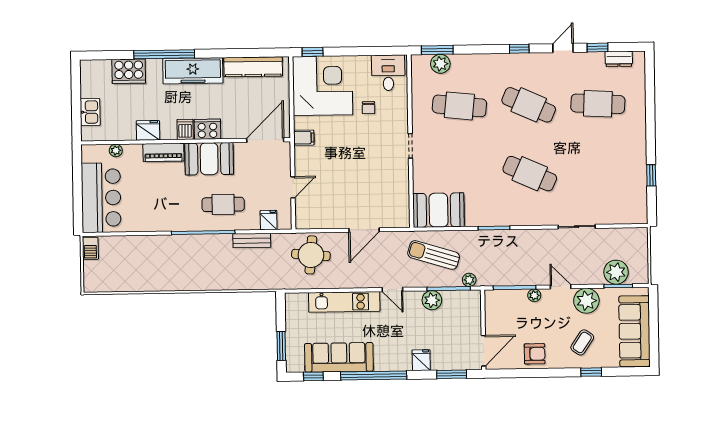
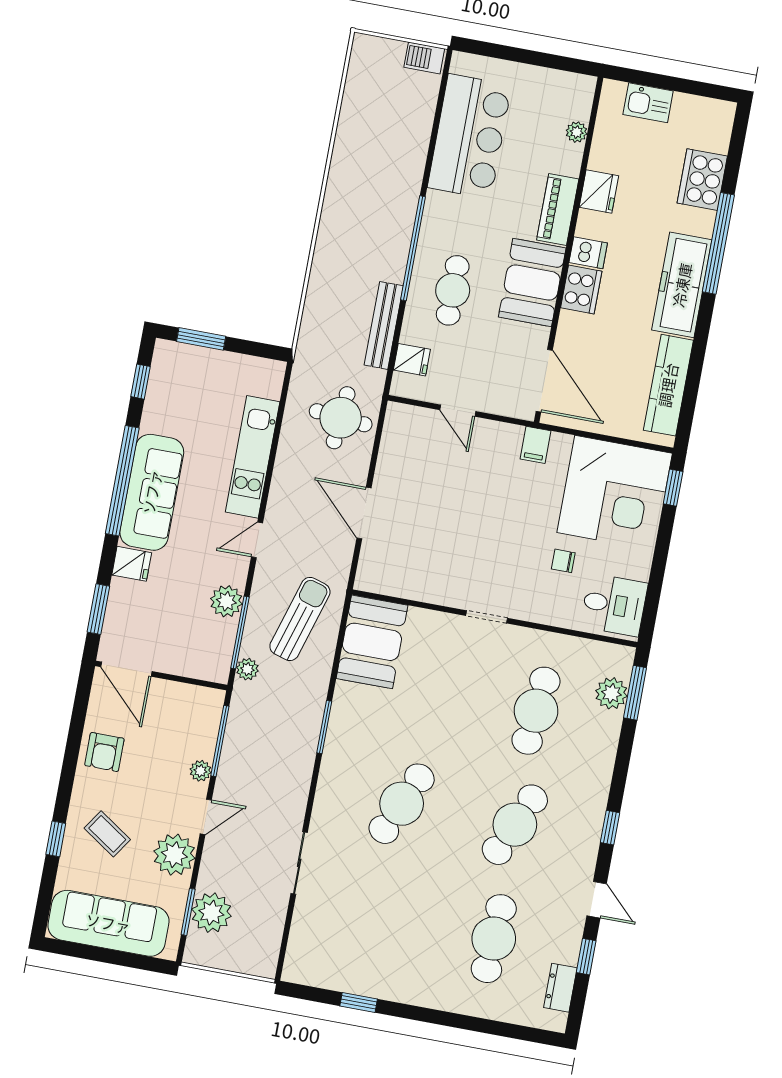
bar counter: (101, 198) -> (470, 136), moved, turned -90
bench: (252, 241) -> (384, 325), width x1.36
sofa: (339, 357) -> (152, 492), moved

